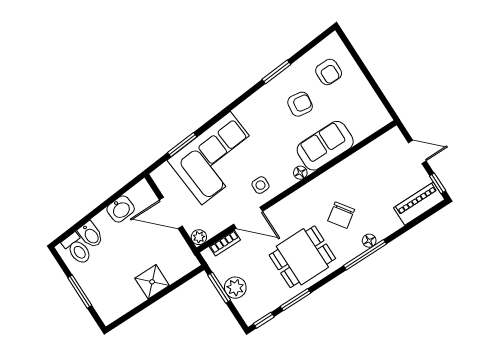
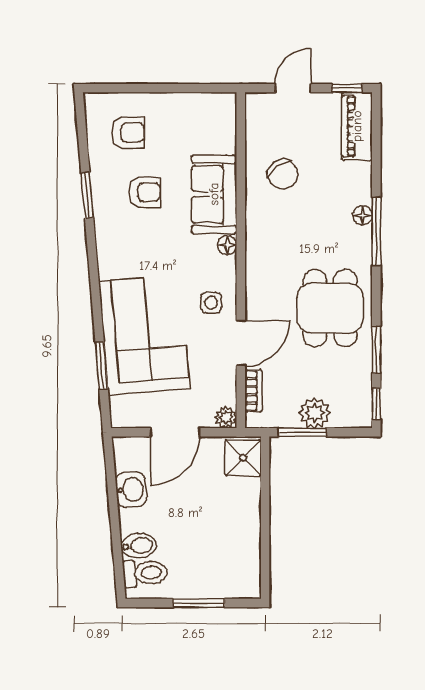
armchair: (300, 104) -> (145, 192), turned 82
chair: (341, 215) -> (283, 174), moved
shower: (152, 282) -> (243, 458), moved

